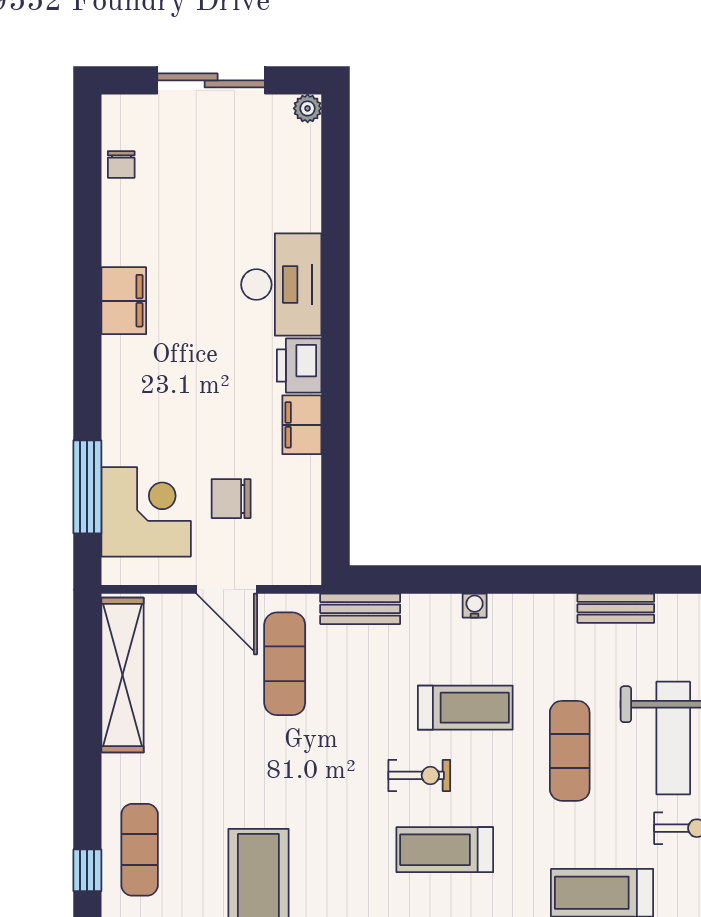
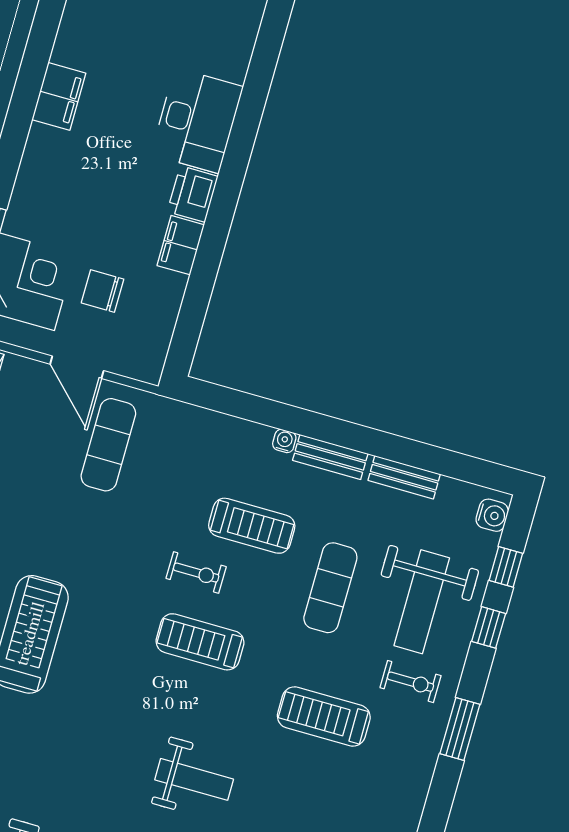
bench: (360, 609) -> (330, 457), moved

